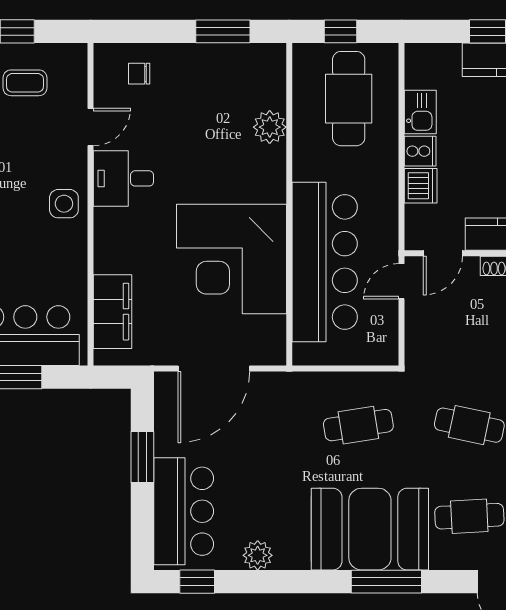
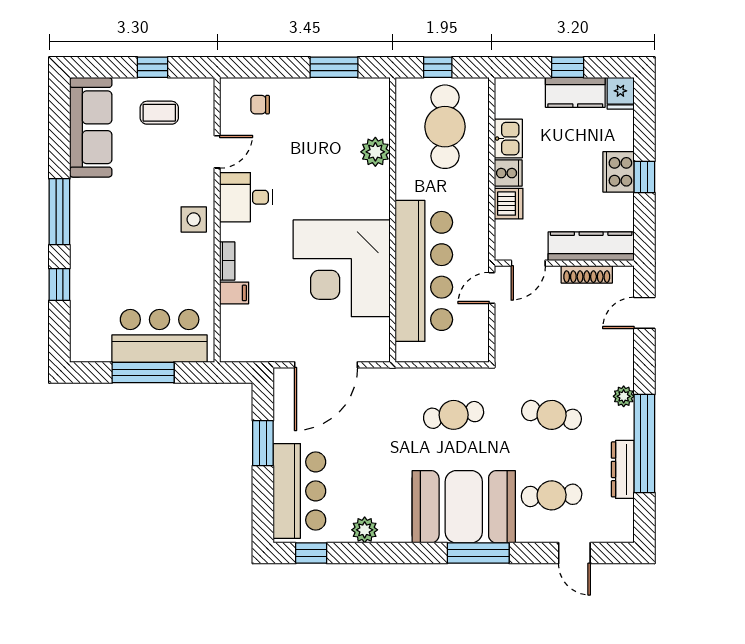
bookcase: (102, 251) -> (227, 261), added
filing cabinet: (113, 312) -> (234, 293), width x0.33, depth x0.86

